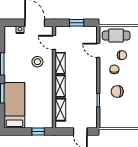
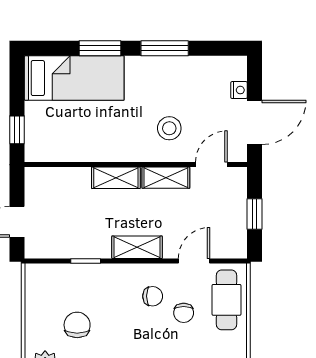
chair: (117, 92) -> (77, 325), moved
shelving: (60, 110) -> (137, 247), moved

